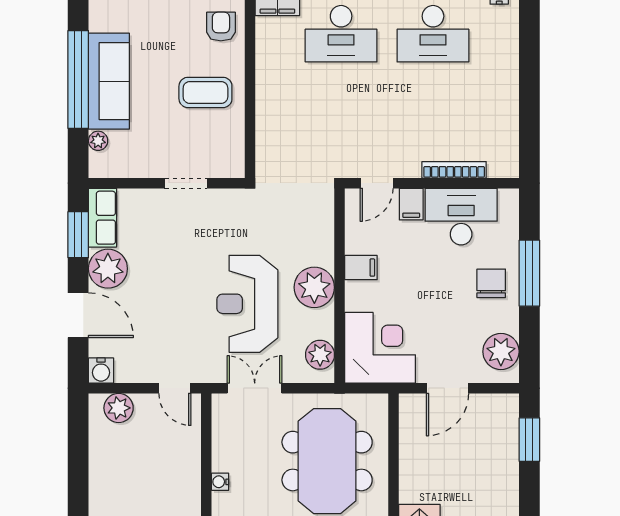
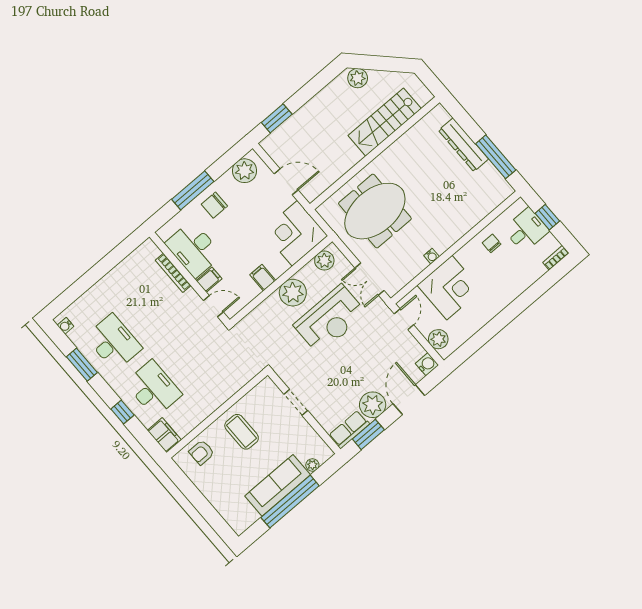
corner desk: (167, 471) -> (449, 288), added

